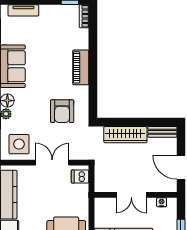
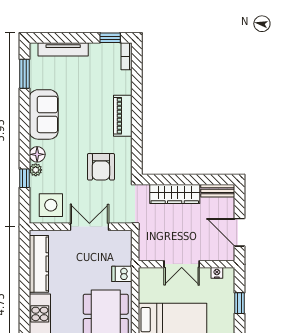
tv unit: (23, 10) -> (63, 49), width x1.41
dishwasher: (80, 177) -> (122, 274), moved

